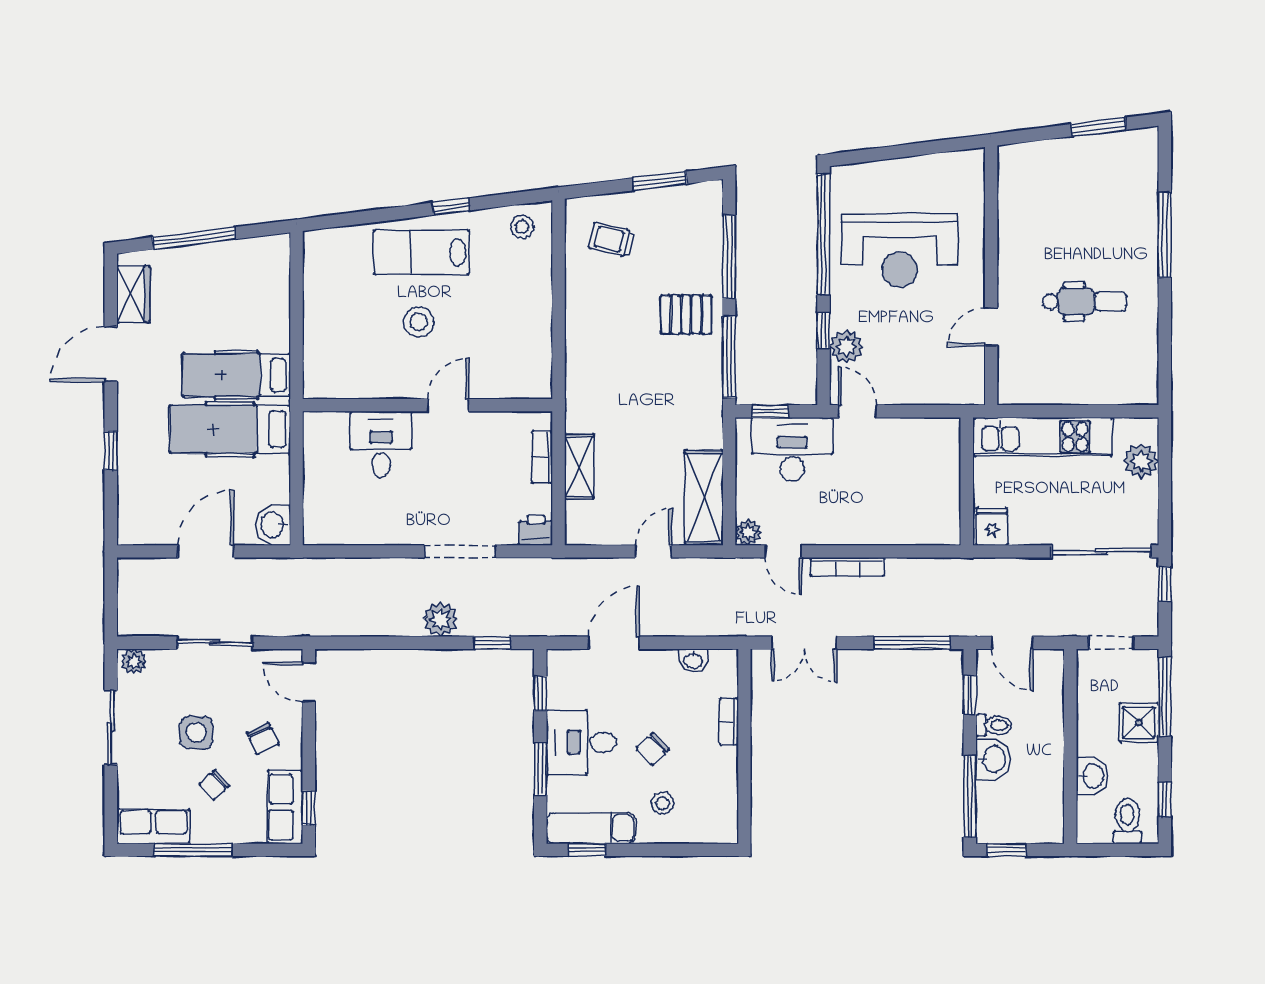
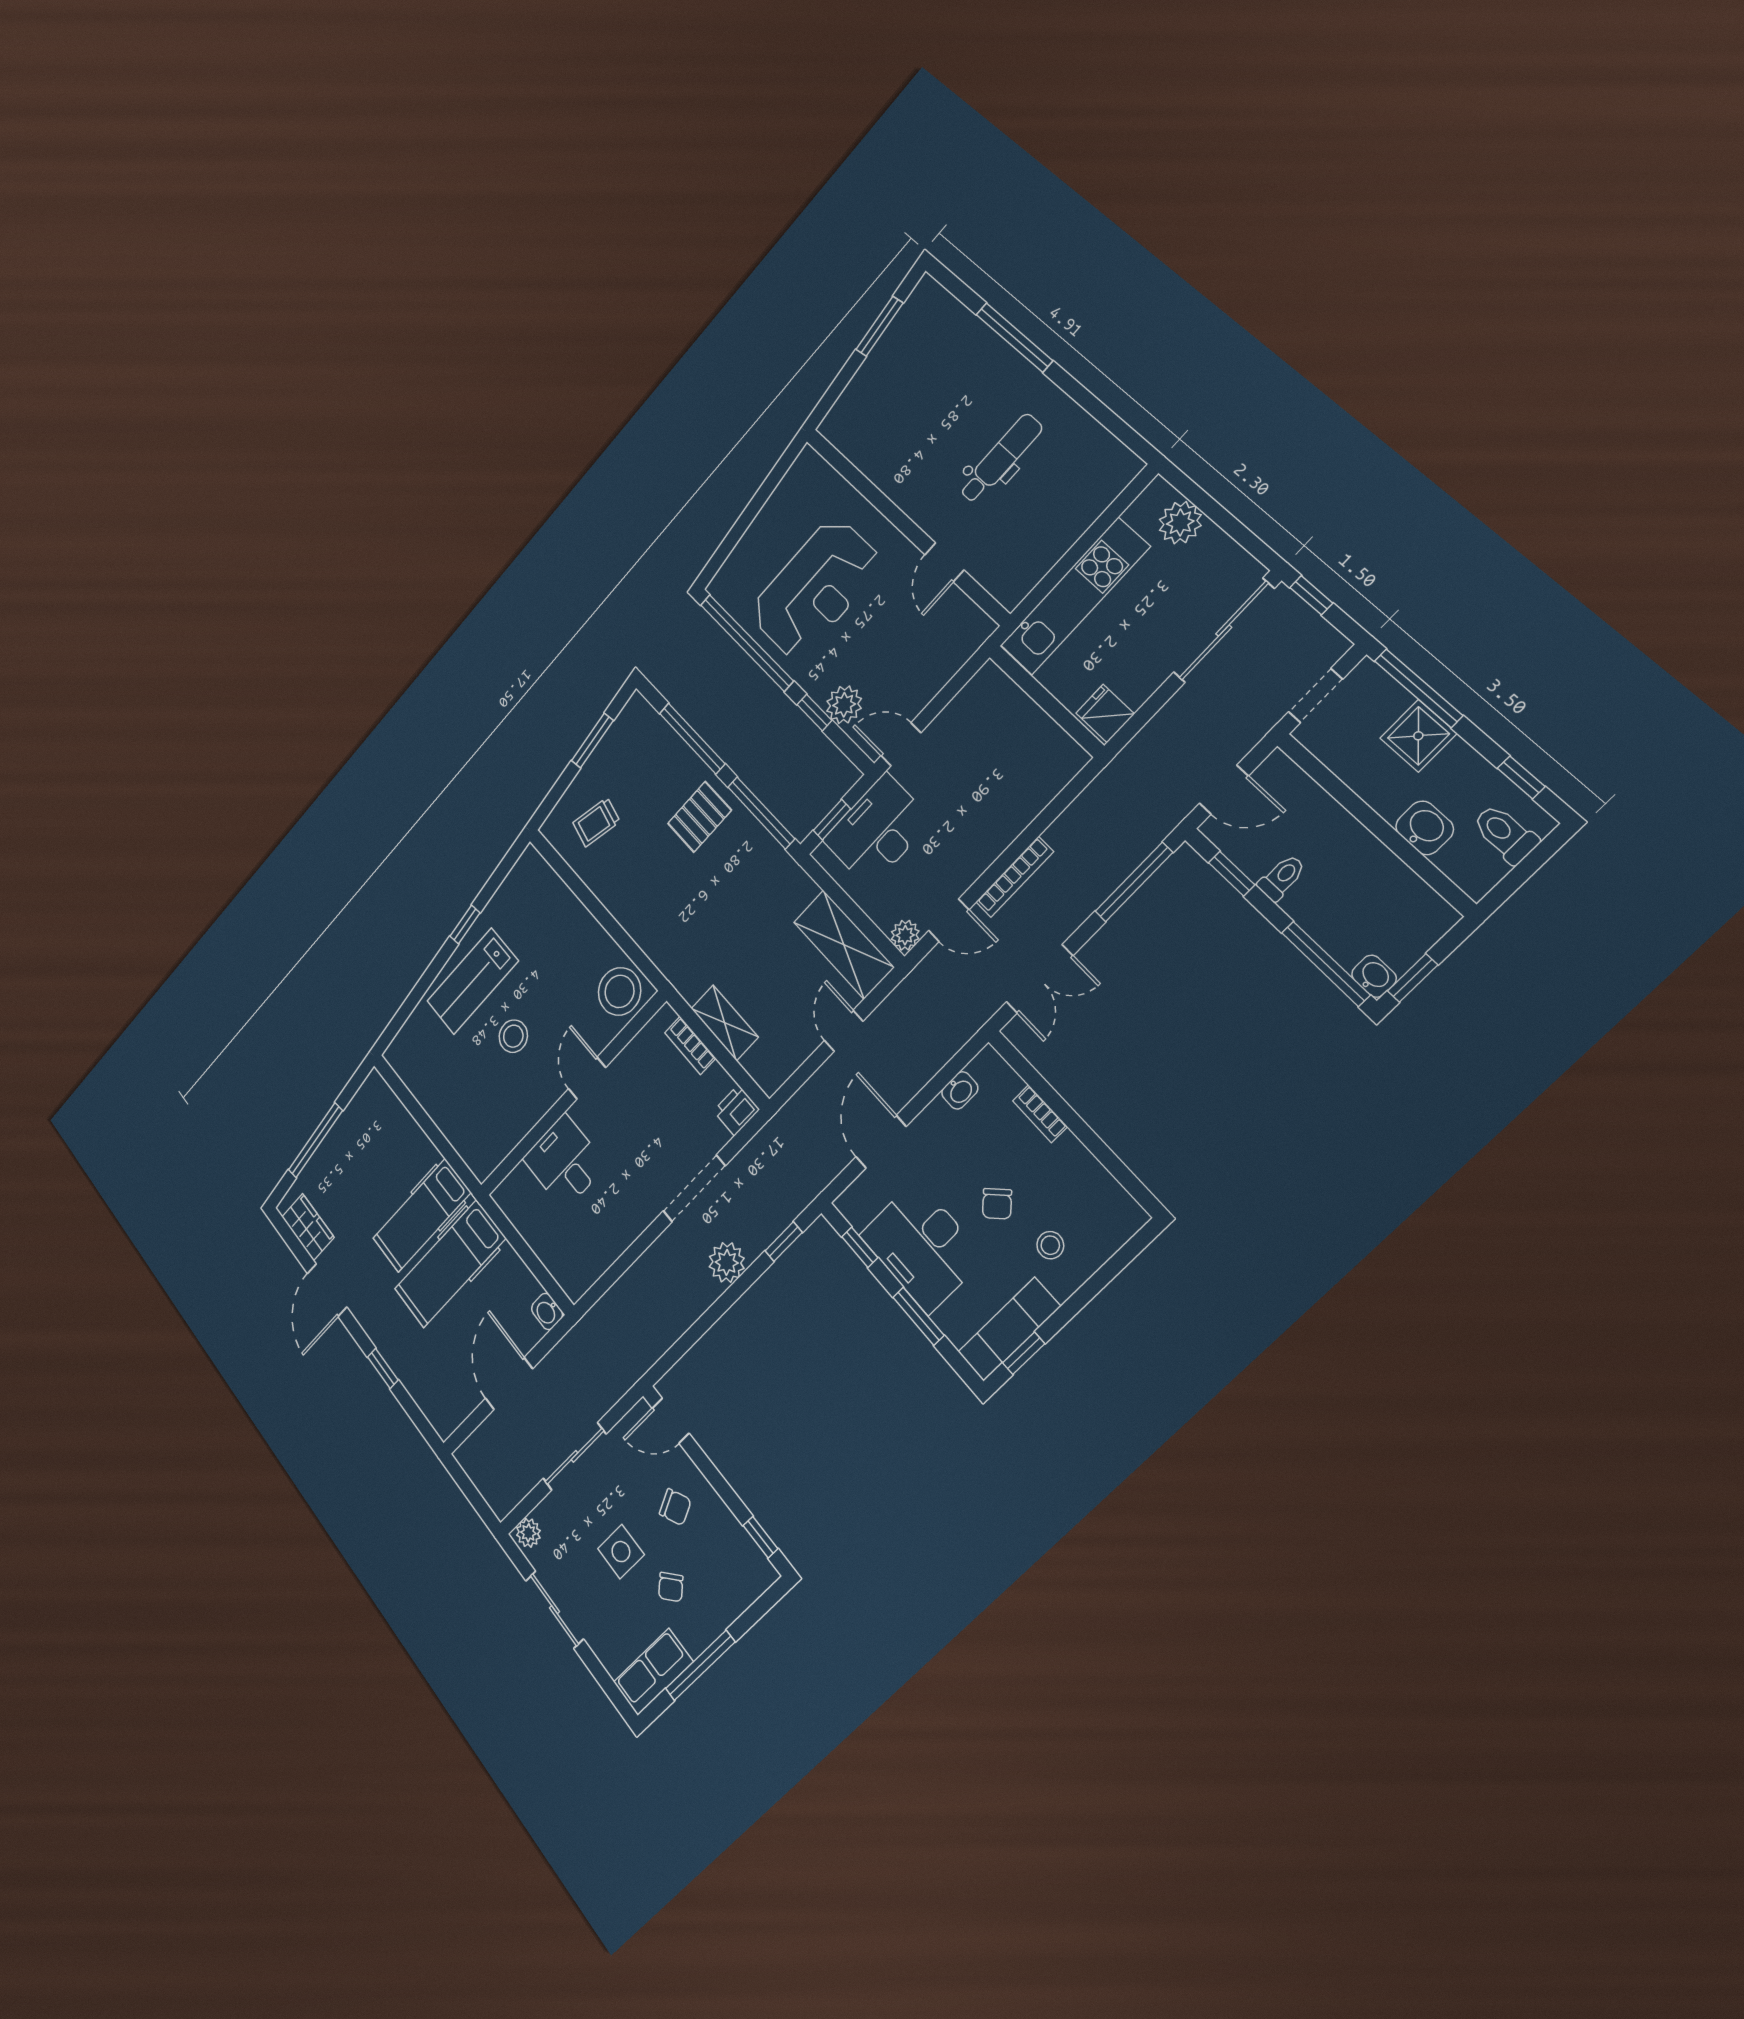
stool: (522, 227) -> (620, 991), moved, width x1.89, depth x1.89
washbasin: (273, 525) -> (547, 1311), width x0.72, depth x0.69
desk: (581, 742) -> (922, 1246), width x1.37
washbasin: (993, 759) -> (1374, 976), moved, width x0.72, depth x0.69
row of seats: (285, 807) -> (741, 1554), removed

